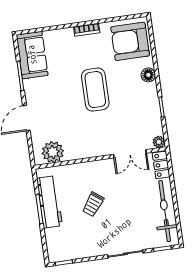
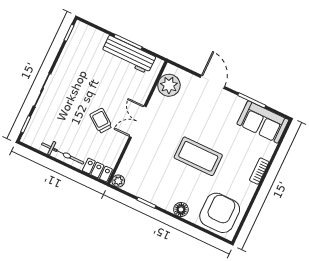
bookcase: (87, 30) -> (259, 171), moved
double door: (130, 154) -> (138, 122), moved
trolley: (93, 204) -> (101, 121), moved
bicycle: (165, 211) -> (63, 153), width x0.73, depth x0.71

